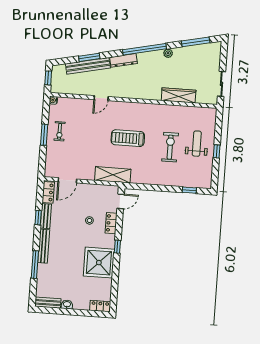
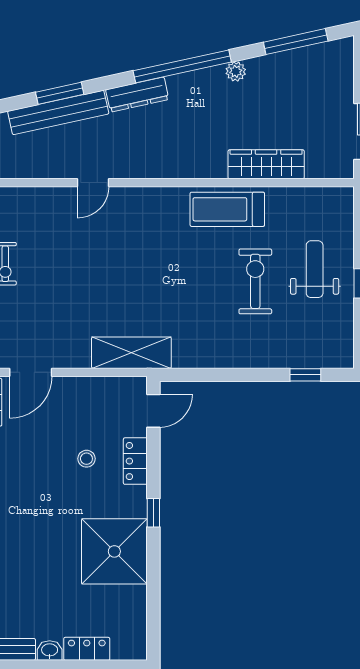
treadmill: (128, 138) -> (227, 209), moved
locker: (100, 306) -> (87, 649), moved

